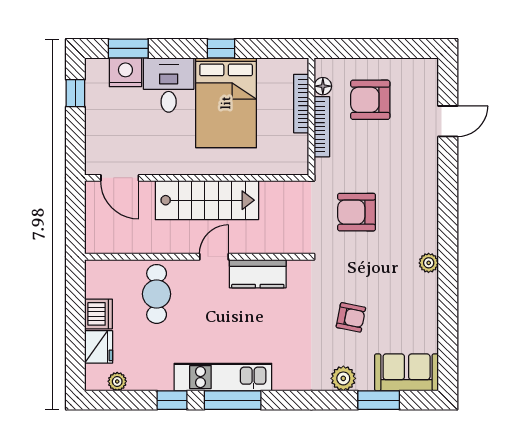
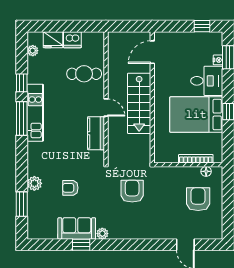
nightstand: (125, 72) -> (218, 60), width x0.53, depth x0.56
bookcase: (322, 127) -> (182, 171), removed
window: (448, 299) -> (81, 245), added
armchair: (351, 317) -> (70, 188), turned 79
sofa: (407, 372) -> (77, 228), moved, turned -90

